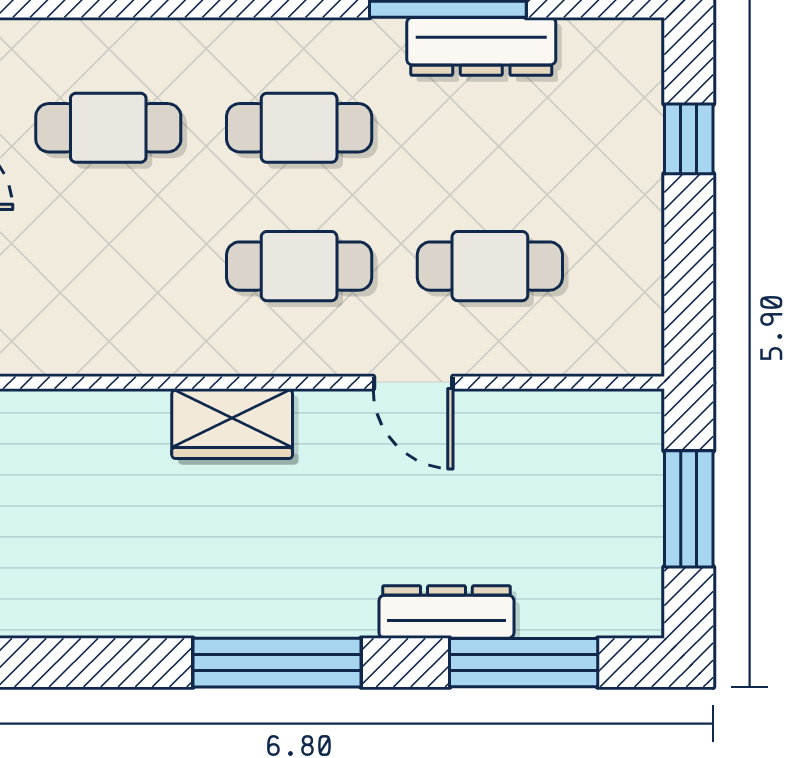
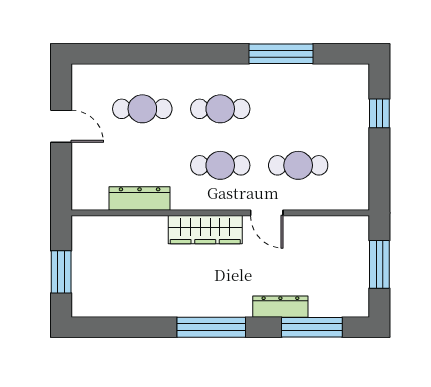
dresser: (481, 46) -> (140, 199), moved, turned 180
wardrobe: (232, 424) -> (205, 230), width x1.50

